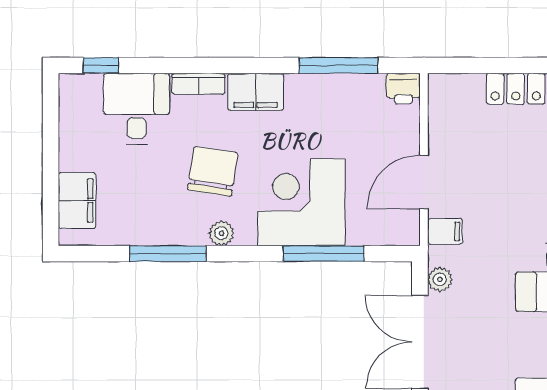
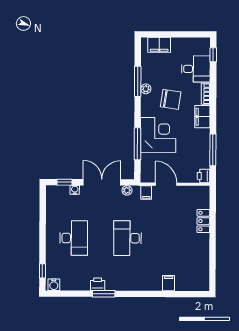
plant: (221, 233) -> (146, 89), moved

